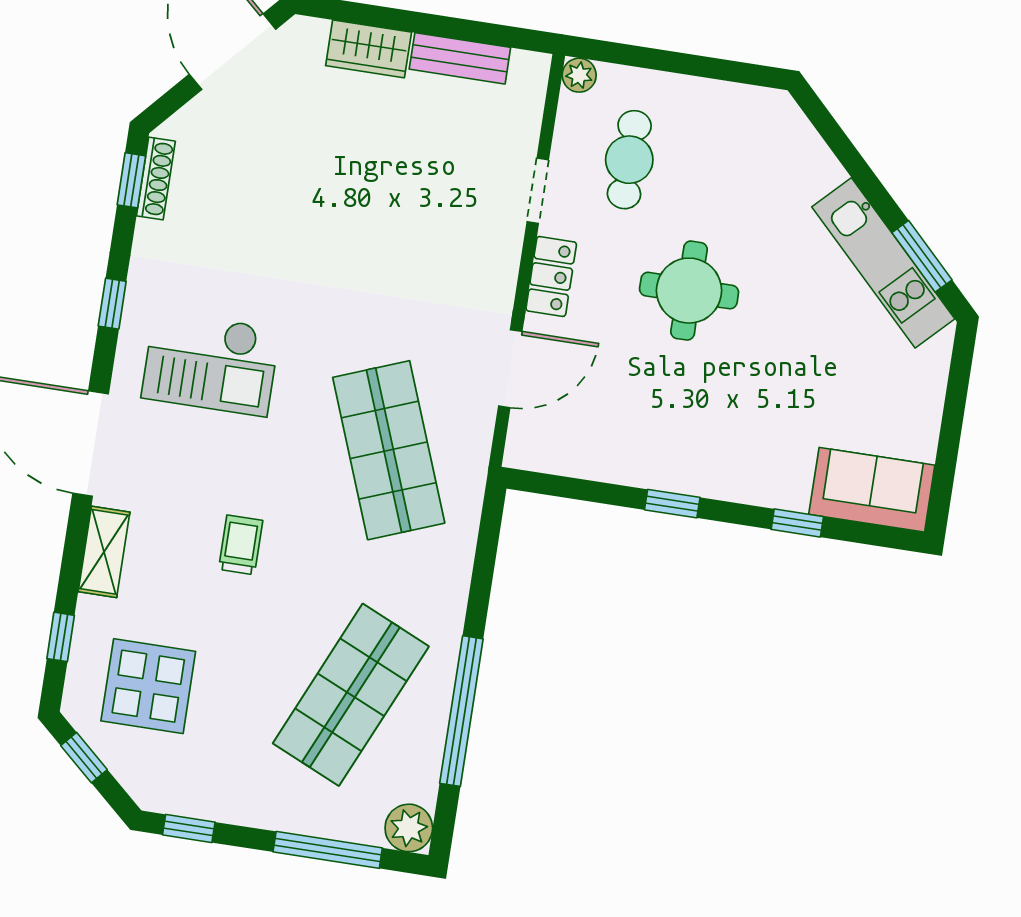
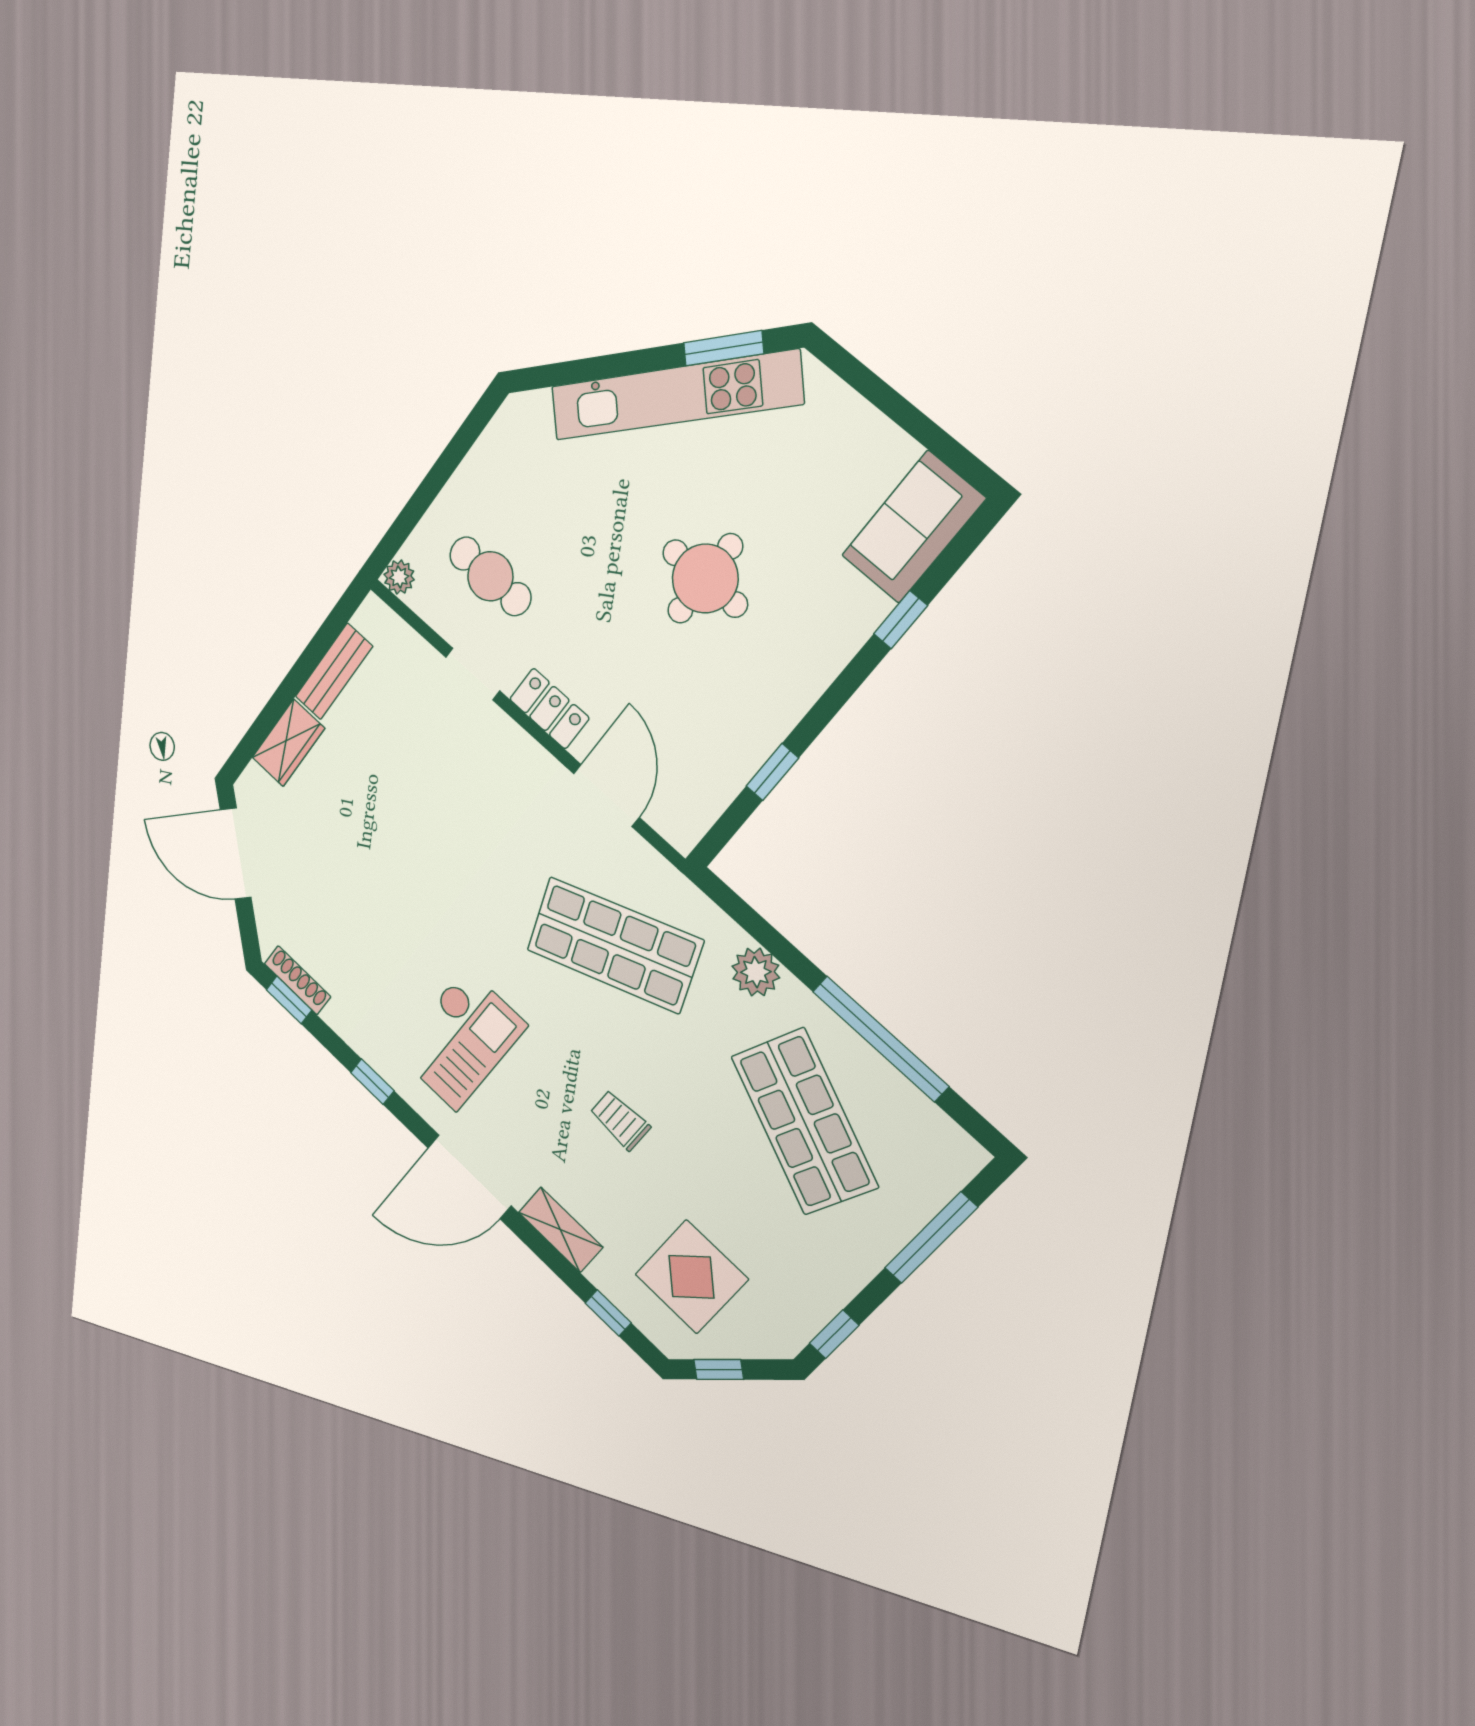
kitchen unit: (883, 263) -> (675, 395), width x1.36
round table: (689, 291) -> (705, 579), moved
window: (672, 504) -> (772, 772), moved
plant: (409, 828) -> (756, 972), moved

